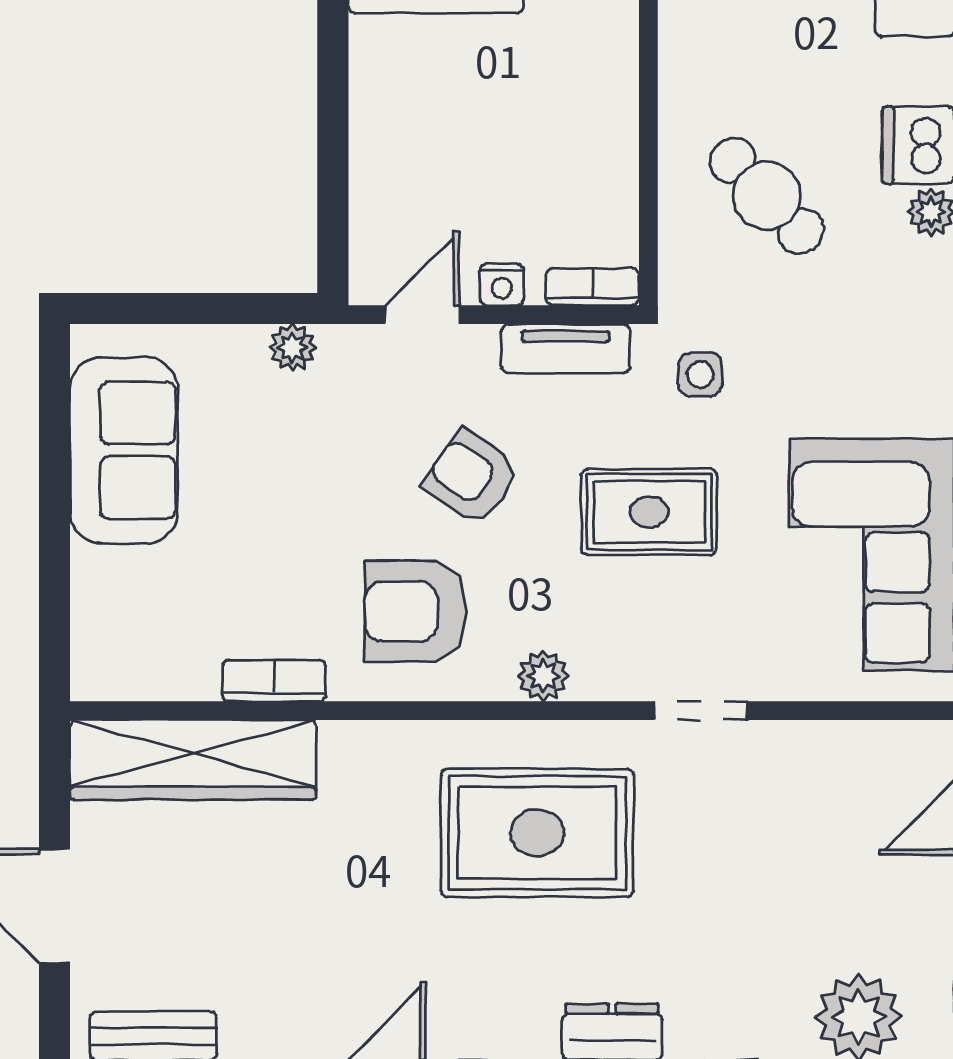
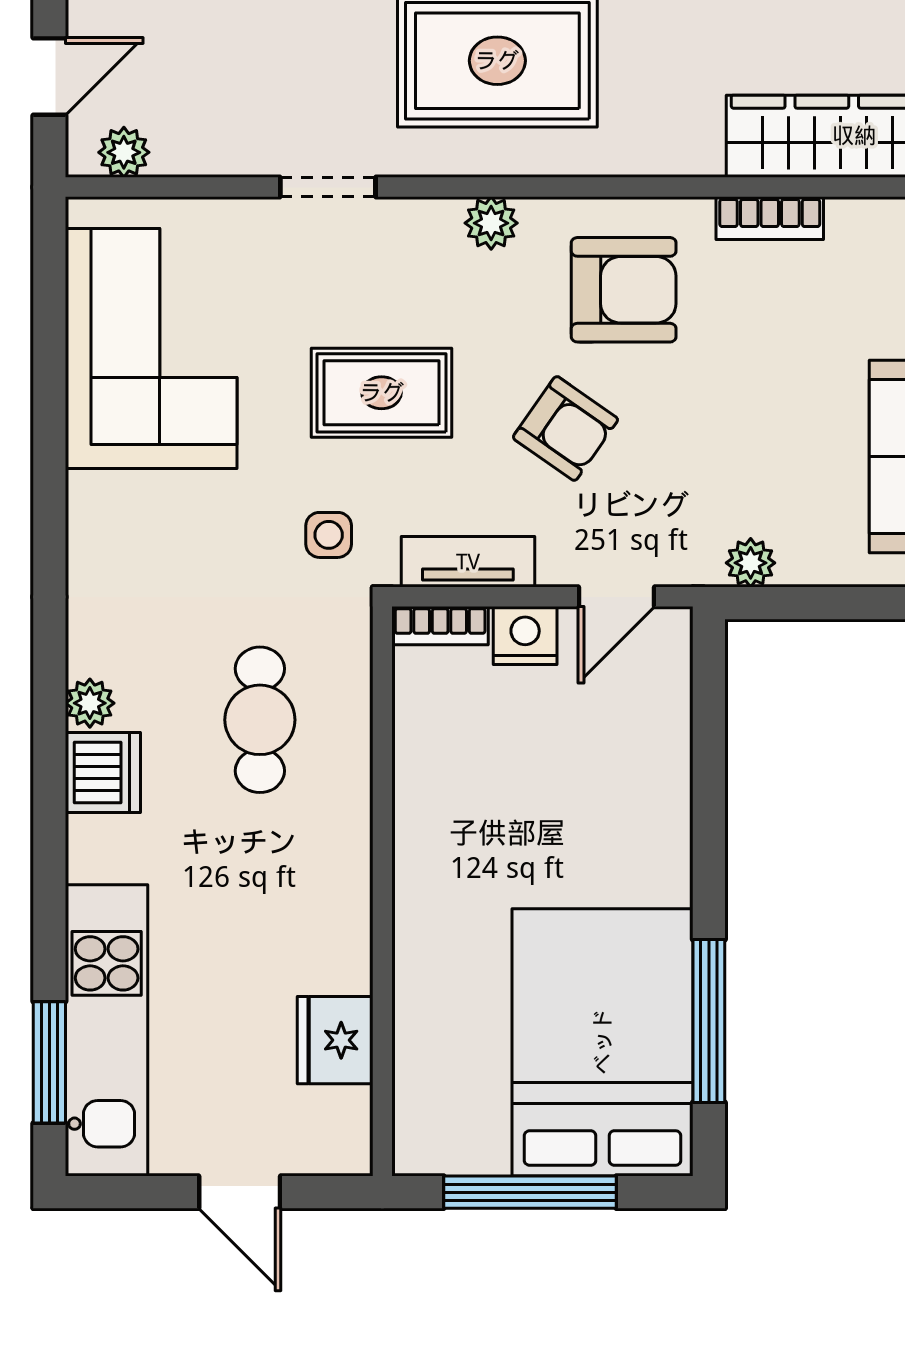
cafe table: (767, 196) -> (260, 720), turned 44
nightstand: (502, 285) -> (525, 636), width x1.39, depth x1.35
plant: (898, 744) -> (124, 152), added

